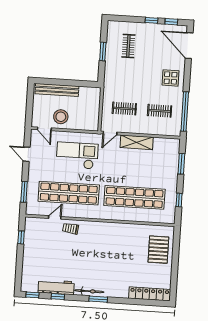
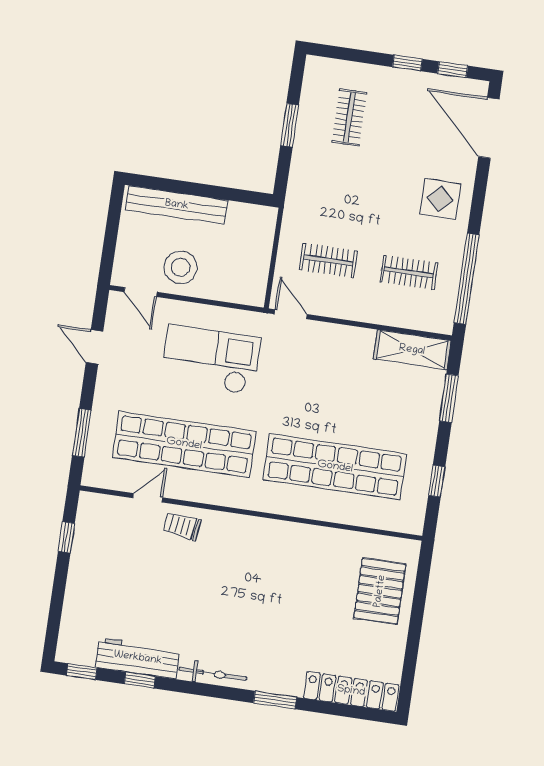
door: (110, 133) -> (291, 314), swing flipped
shelving: (137, 142) -> (412, 350), moved
window: (98, 299) -> (275, 700), moved

